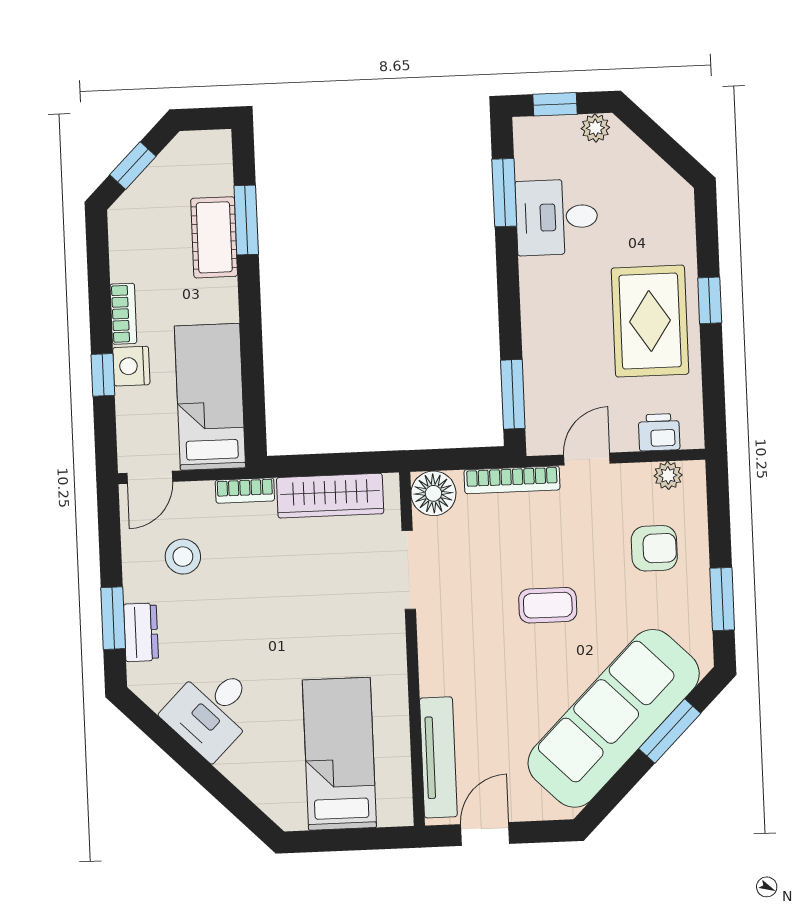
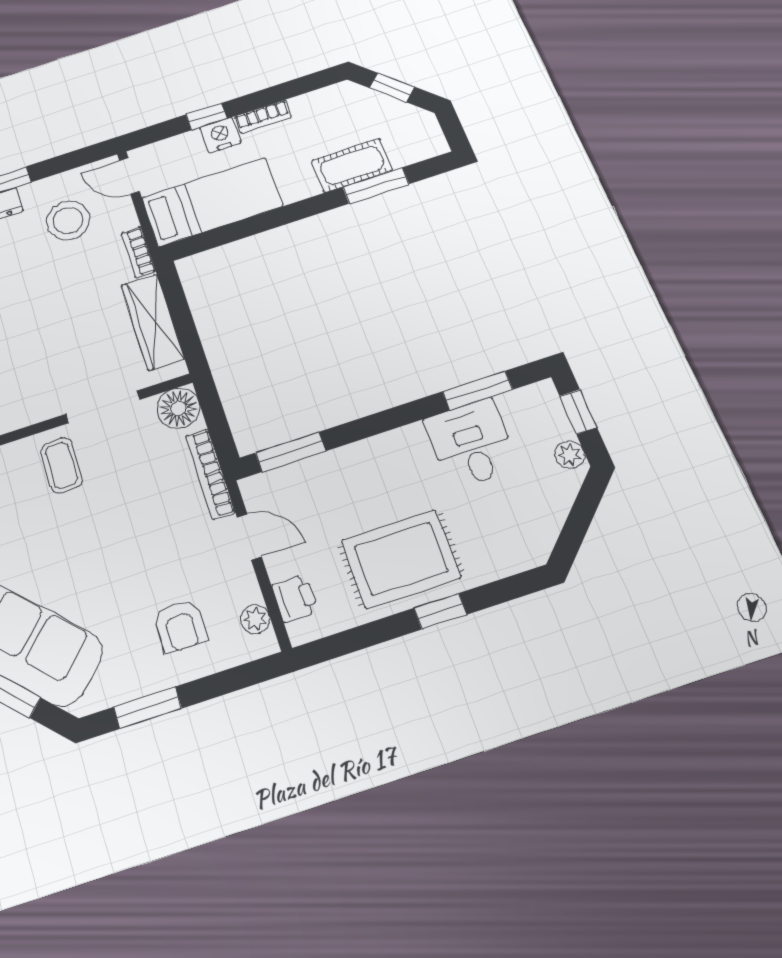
stool: (183, 557) -> (68, 221), width x1.38, depth x1.38
coffee table: (548, 605) -> (61, 465), moved

